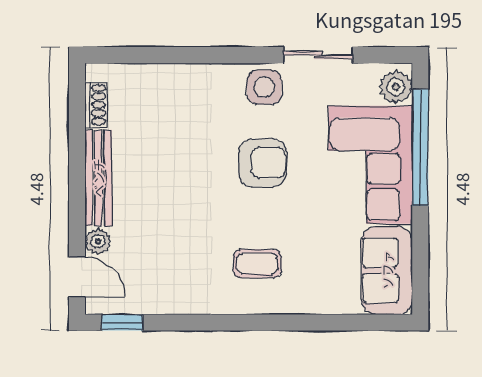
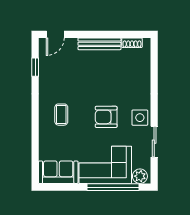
armchair: (263, 163) -> (106, 117), turned 90
plant: (98, 241) -> (71, 44), removed
window: (122, 322) -> (35, 67), moved

